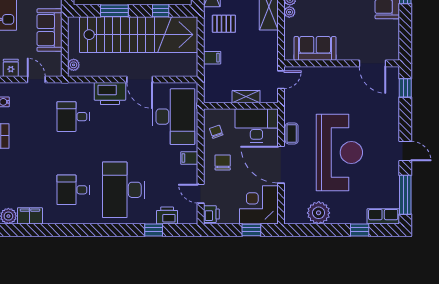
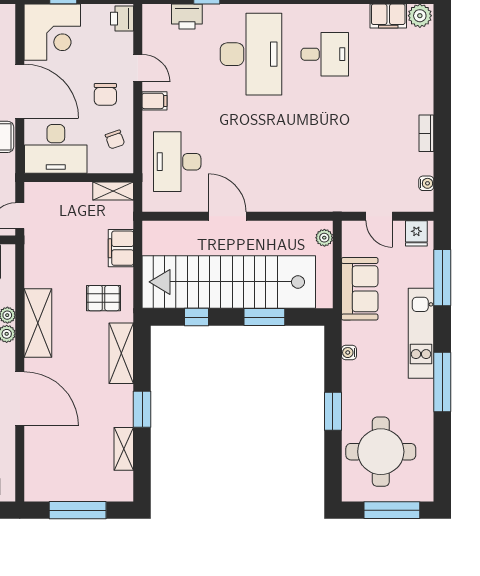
filing cabinet: (212, 58) -> (121, 248), width x2.00
printer: (110, 94) -> (271, 196), removed
shelving: (246, 97) -> (113, 191), moved
desk: (73, 117) -> (325, 162), removed
desk: (174, 117) -> (177, 162), width x0.73, depth x0.77
door: (201, 194) -> (138, 68), moved

